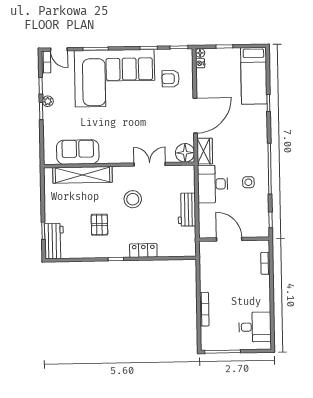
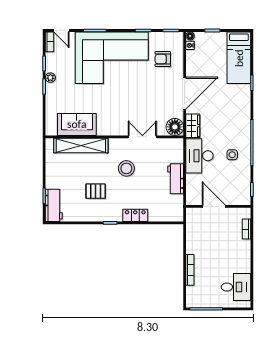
pallet: (99, 225) -> (96, 191), turned 90

